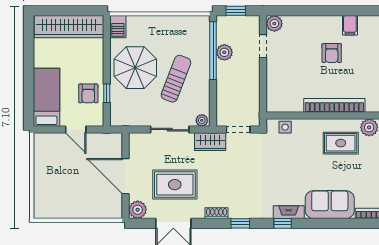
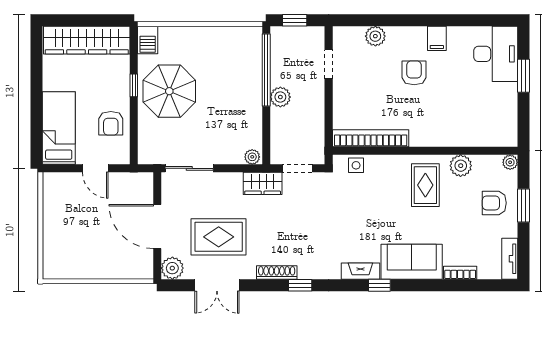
plant: (274, 24) -> (375, 36), moved
plant: (224, 52) -> (280, 97), moved
armchair: (332, 53) -> (414, 73), turned 180
sun lounger: (176, 79) -> (220, 105), removed
window: (107, 93) -> (134, 85), moved
bookcase: (334, 105) -> (371, 138), moved
sliding door: (170, 130) -> (189, 168), moved
rug: (341, 143) -> (425, 185), turned 90
shoe rack: (217, 213) -> (277, 273), width x1.43
window: (283, 223) -> (379, 285), moved

